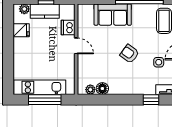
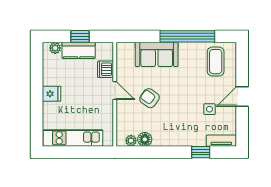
fridge: (21, 30) -> (52, 94), moved
armchair: (129, 54) -> (150, 98), moved
window: (45, 100) -> (79, 152), removed

